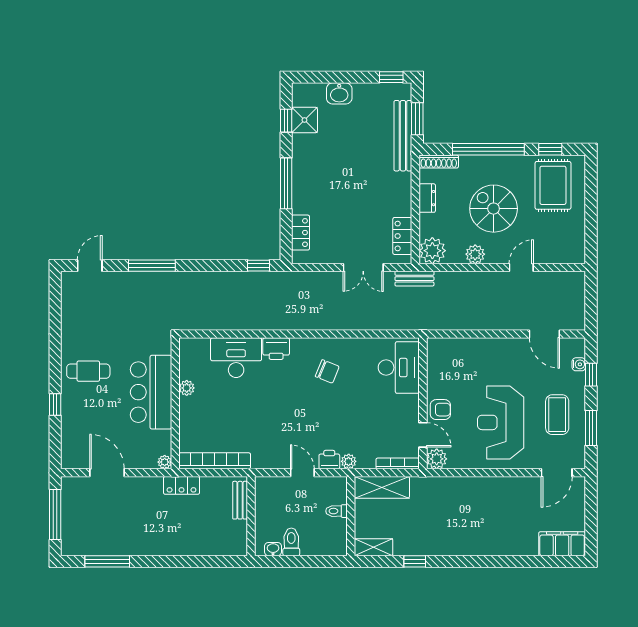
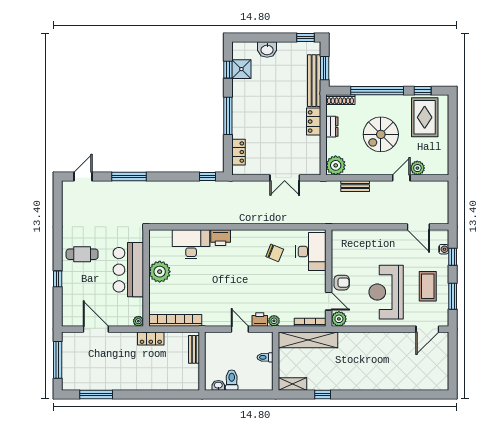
spiral stairs: (494, 209) -> (381, 134), turned -90
locker: (402, 236) -> (314, 121), moved
plant: (475, 254) -> (417, 168), moved
bench: (414, 279) -> (355, 186), moved
chair: (327, 371) -> (275, 253), moved
plant: (187, 388) -> (160, 272), width x1.87, depth x1.87
shelving: (382, 487) -> (308, 340), width x1.47
filing cabinet: (562, 544) -> (431, 381), removed

